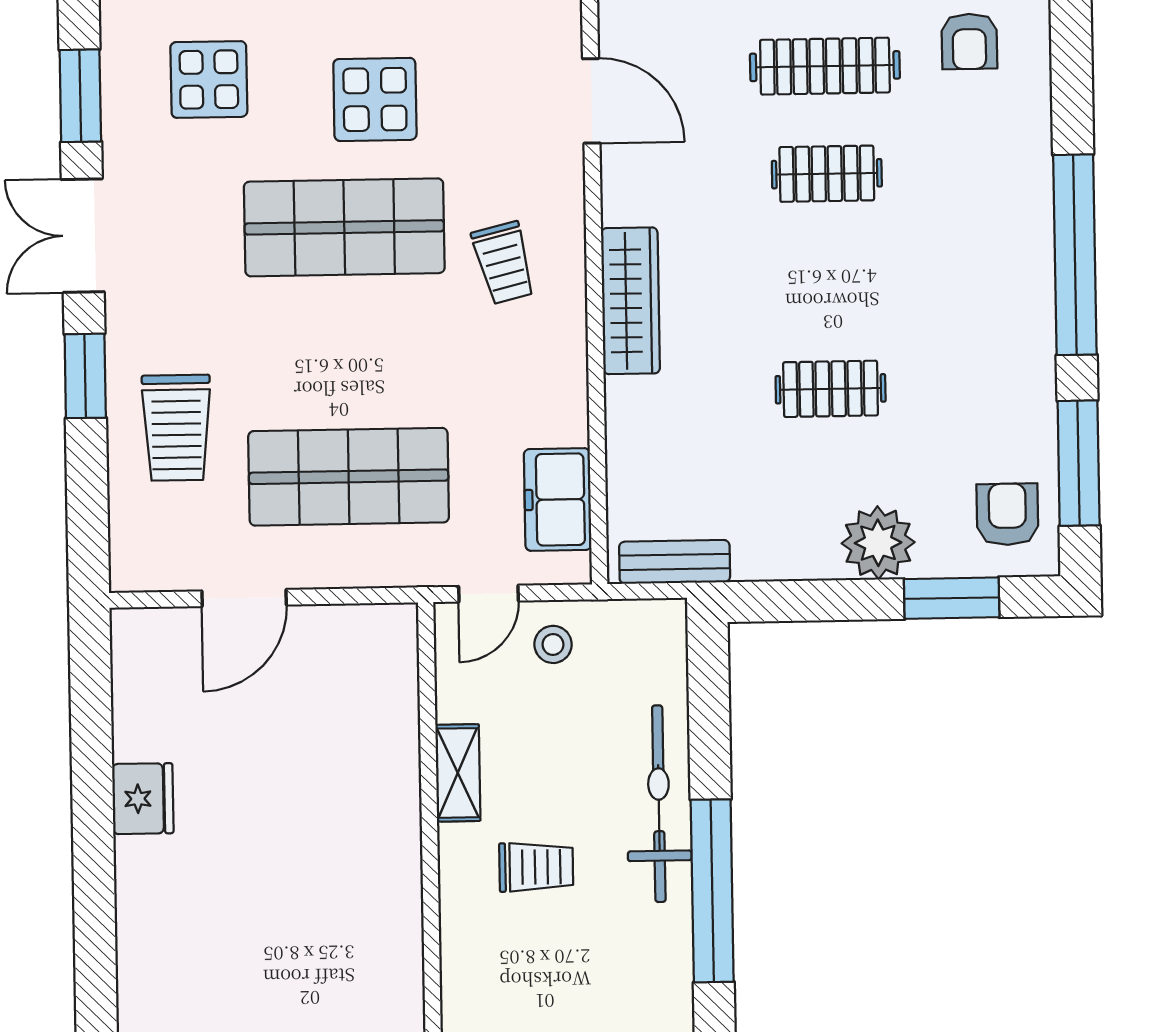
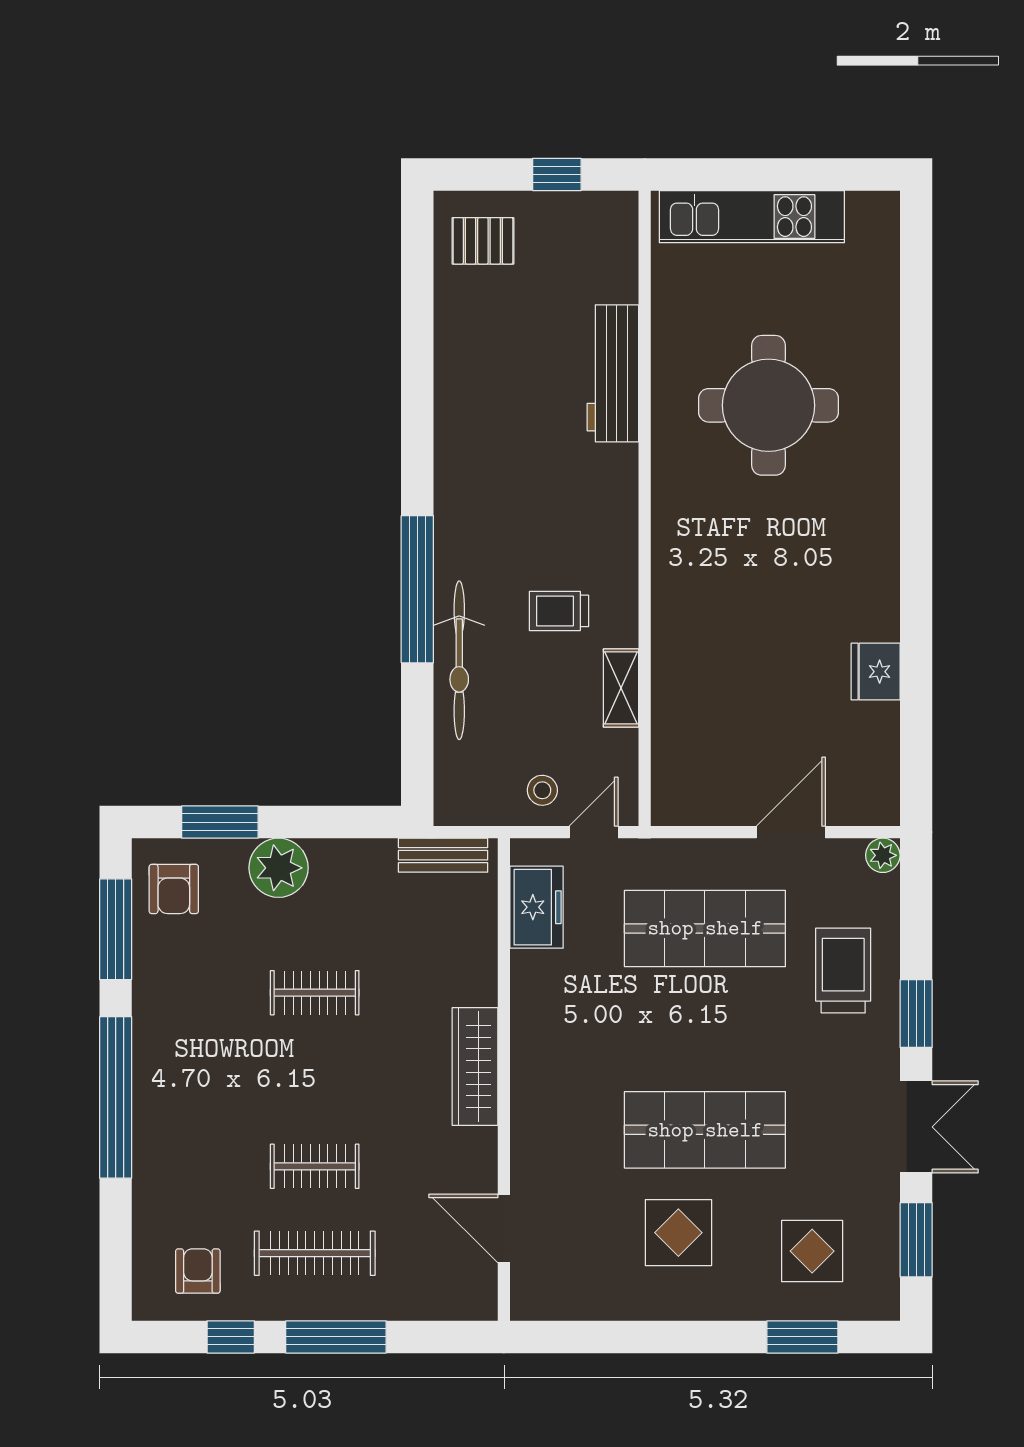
trolley: (504, 263) -> (577, 1099), removed
plant: (130, 571) -> (883, 855), added

